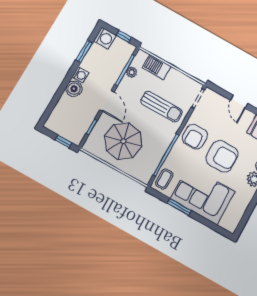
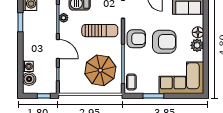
washing machine: (80, 75) -> (28, 66), moved
boiler: (74, 89) -> (29, 79), moved
armchair: (195, 137) -> (136, 39), turned -90
parasol: (123, 141) -> (100, 70), moved
corner sofa: (203, 195) -> (181, 78), moved

